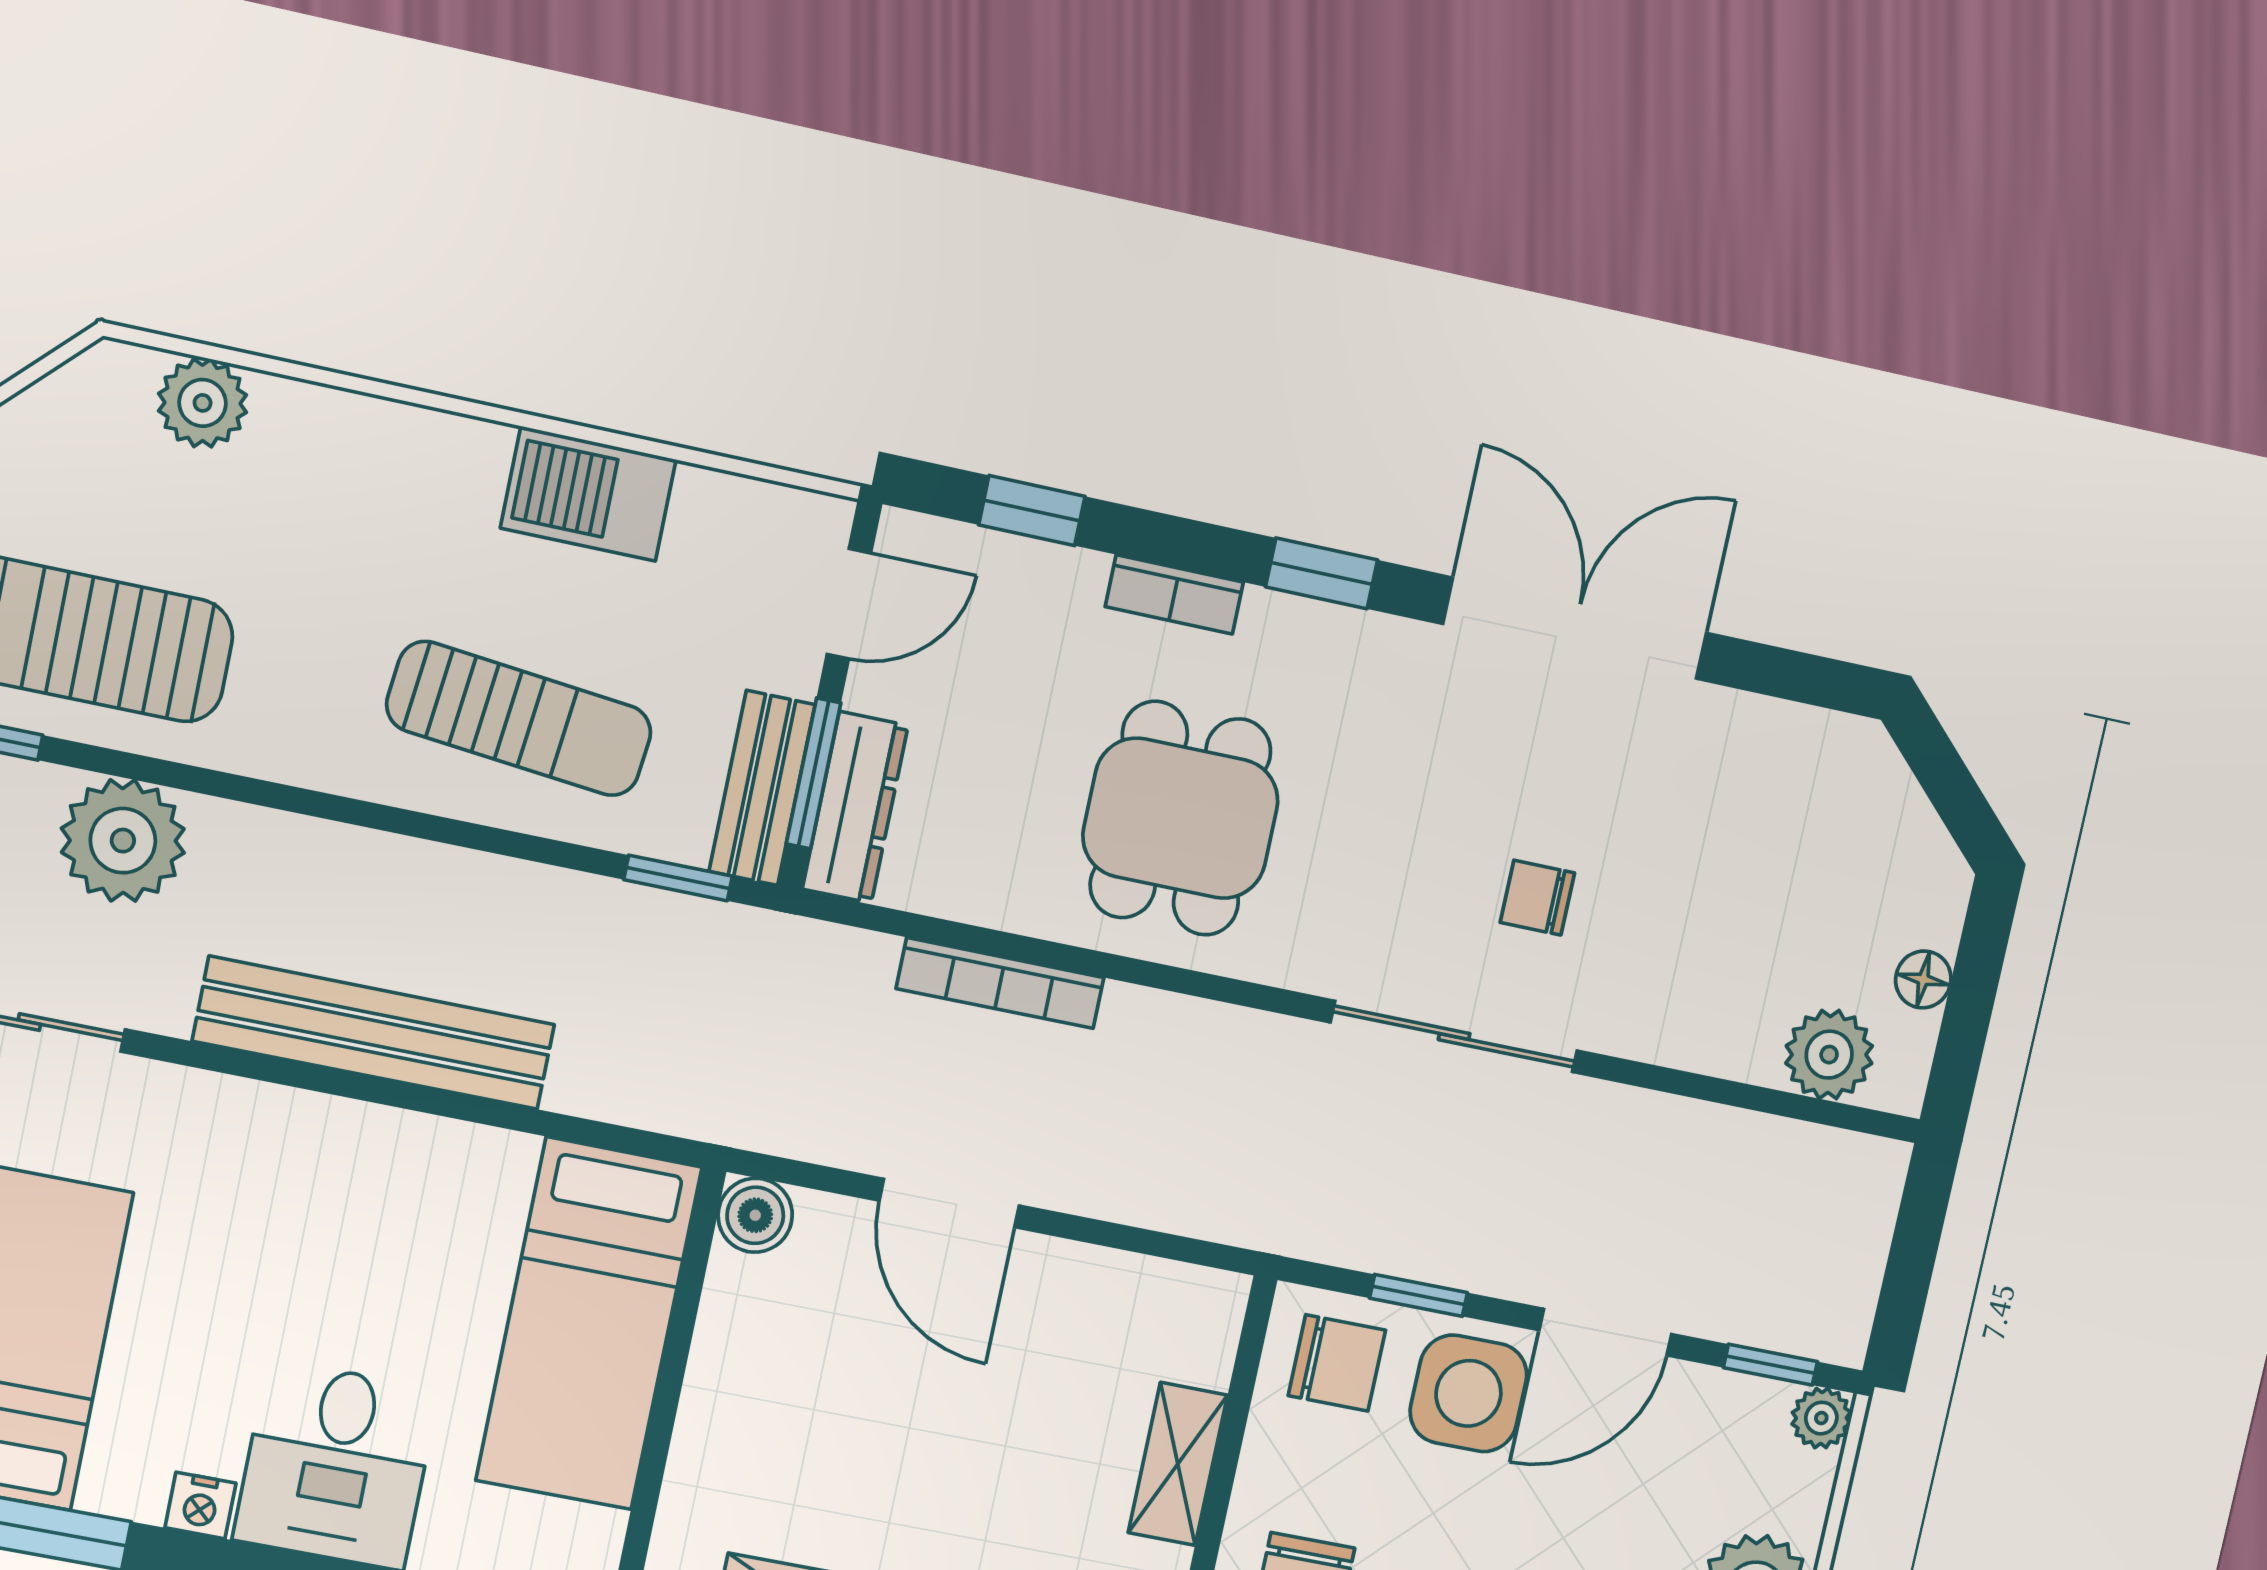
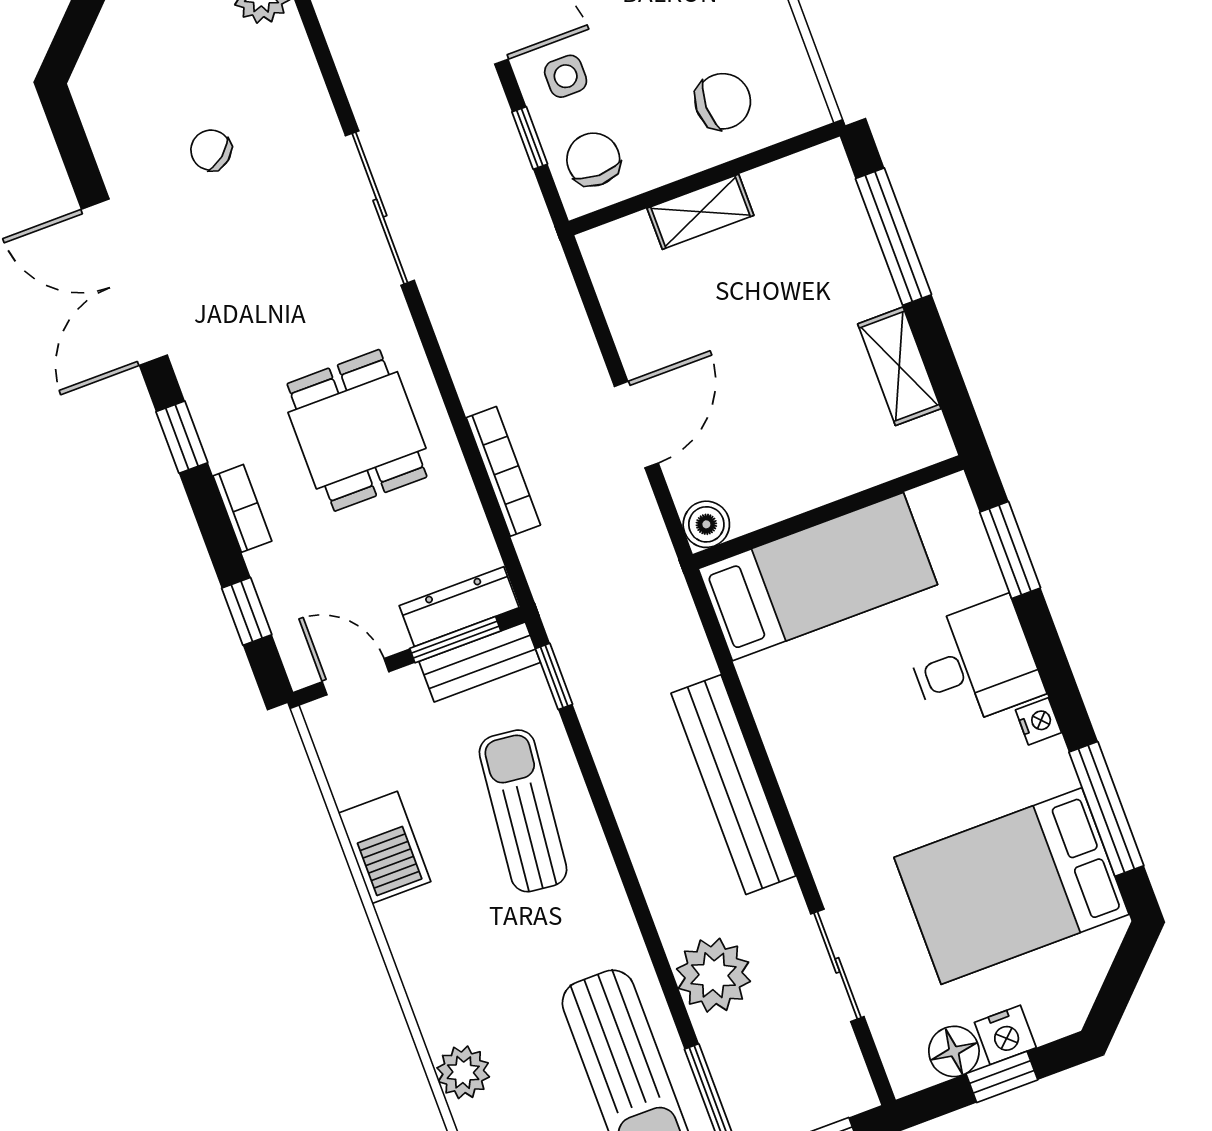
dining table: (1180, 818) -> (357, 430), turned 90
chair: (1537, 898) -> (211, 150), moved, turned 141
side table: (1468, 1393) -> (566, 76), width x0.54, depth x0.54

